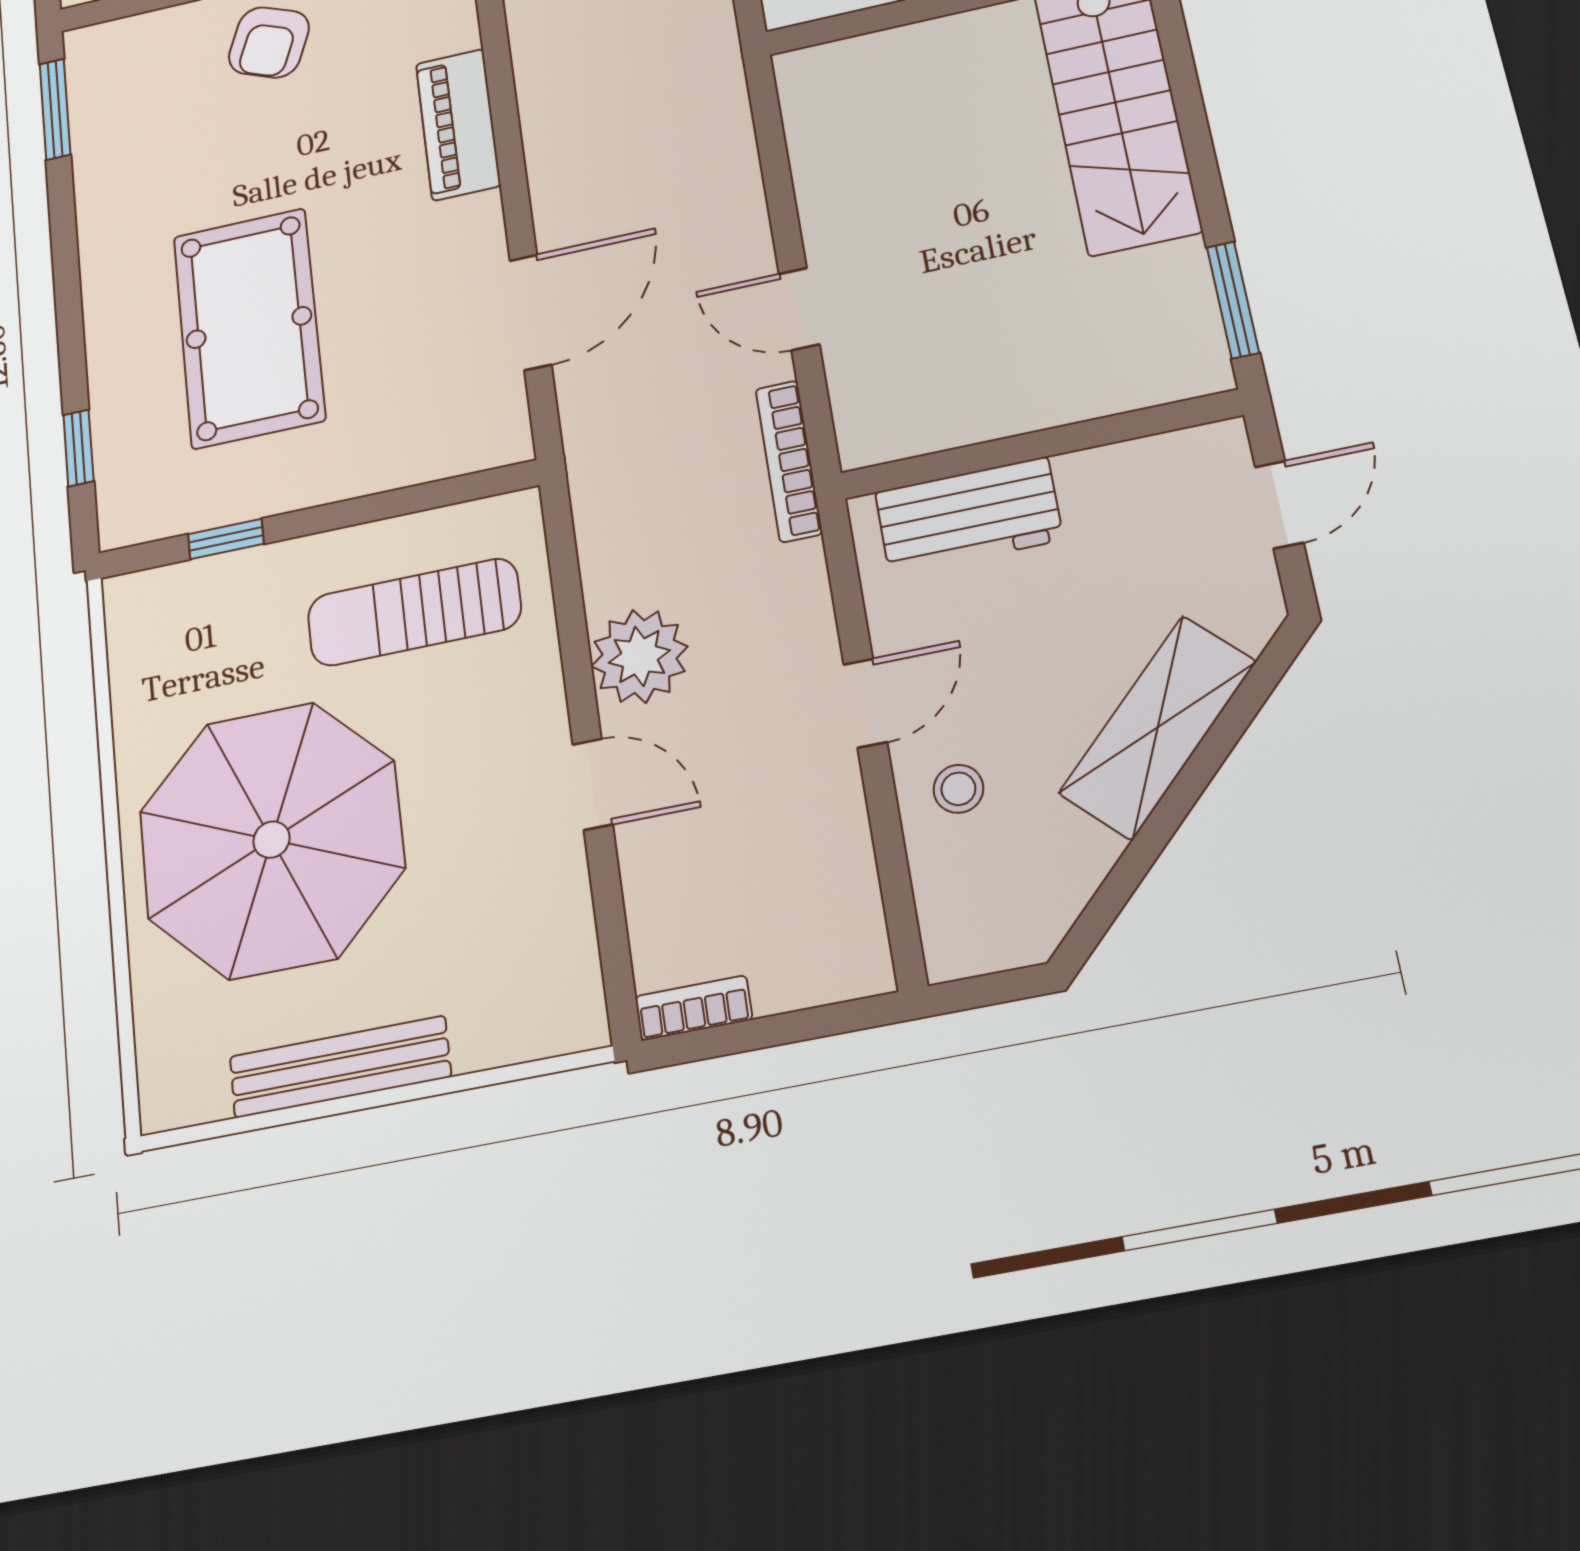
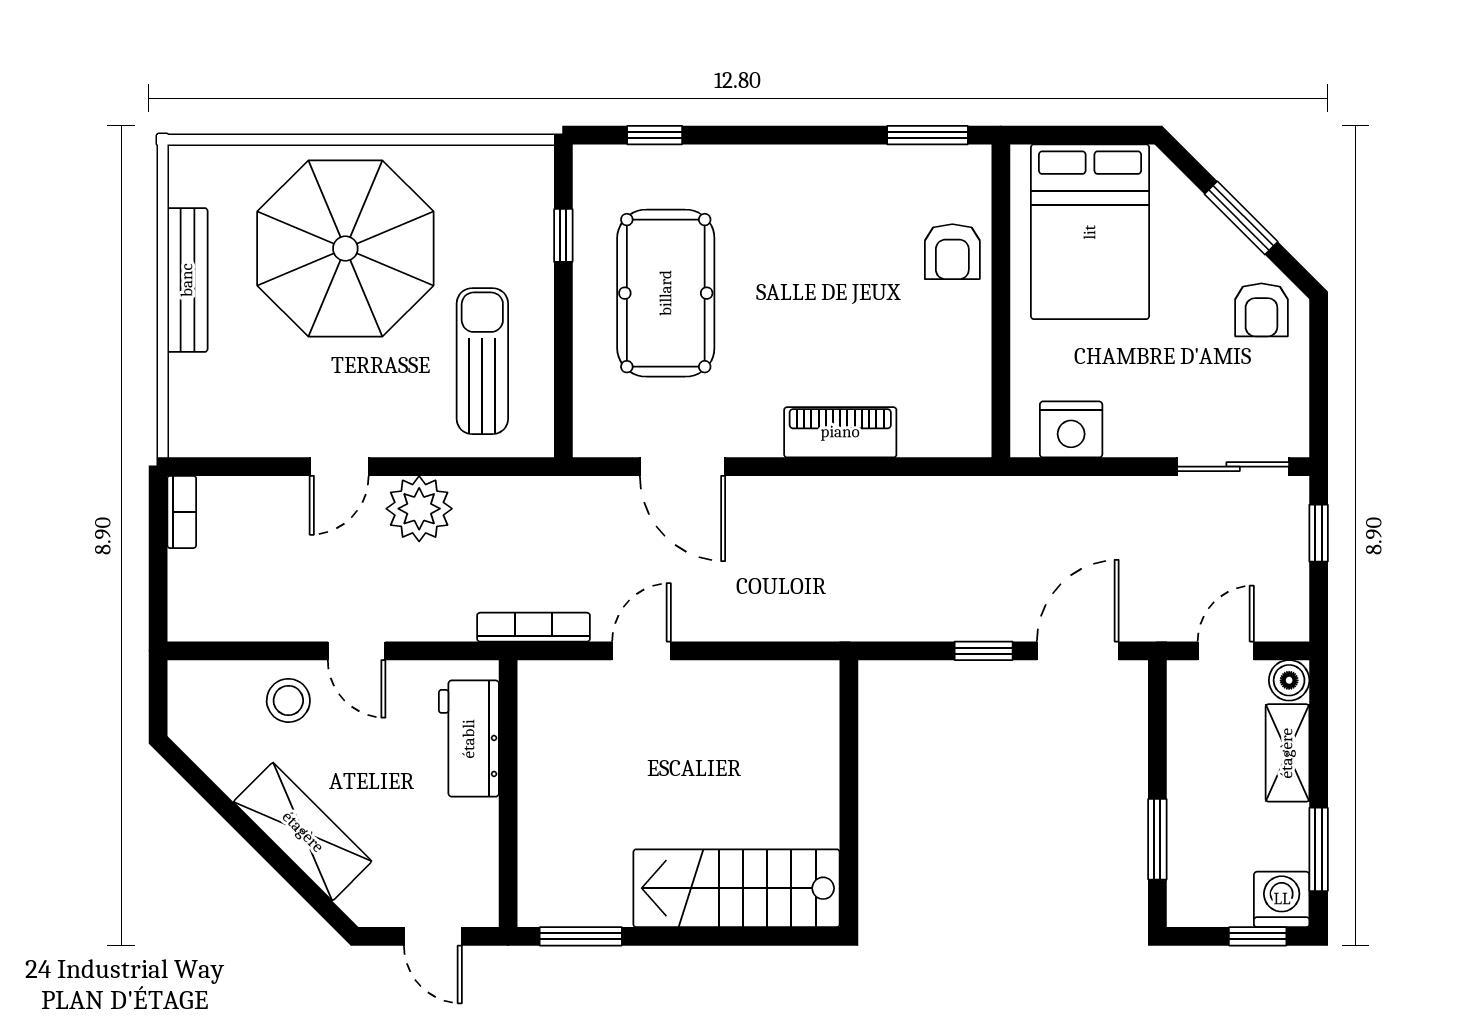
armchair: (269, 42) -> (952, 252), moved, turned -112
pool table: (249, 328) -> (666, 293), moved, turned 90
stool: (958, 789) -> (288, 700), width x1.37, depth x1.37

